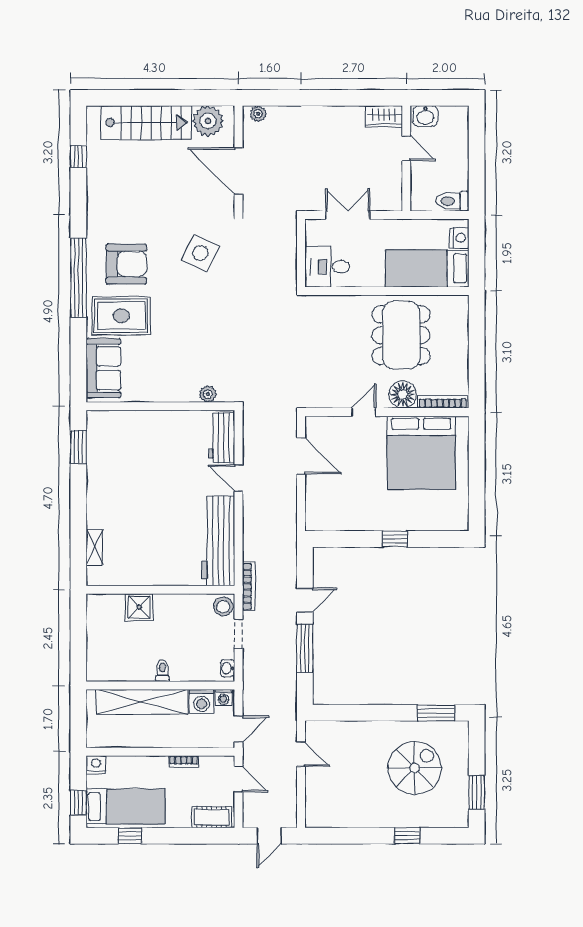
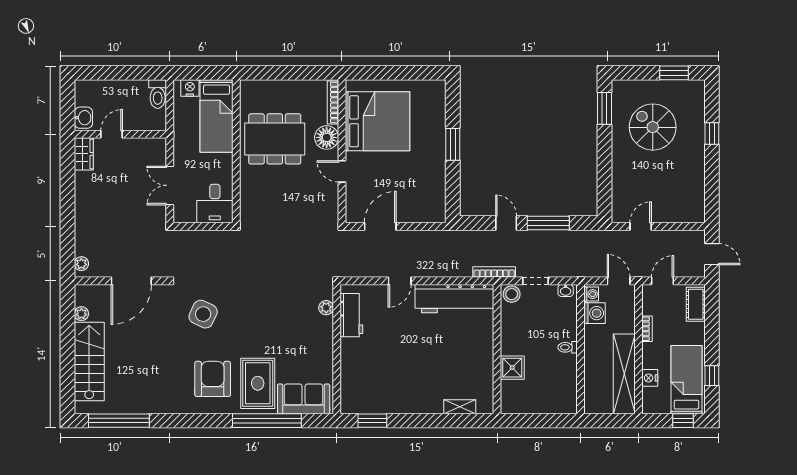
plant: (208, 121) -> (81, 314), width x0.53, depth x0.53
window: (78, 157) -> (119, 421), width x3.17
window: (78, 278) -> (267, 421), moved
workbench: (222, 438) -> (351, 315), moved, turned -90
window: (395, 539) -> (453, 144), width x1.50
shelving: (142, 702) -> (624, 374), moved
nightstand: (96, 765) -> (650, 378), moved

